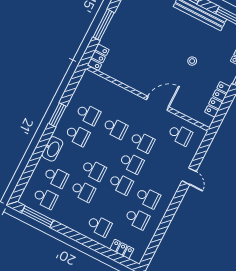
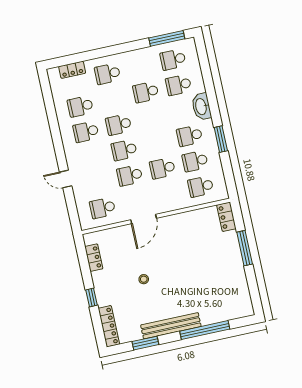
locker: (218, 99) -> (94, 258), width x0.66
school desk: (94, 170) -> (201, 187), moved

